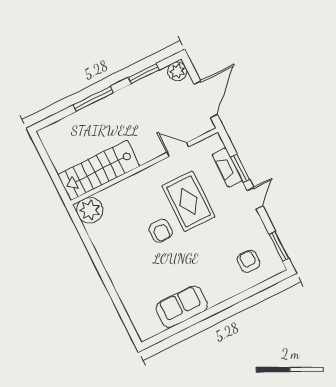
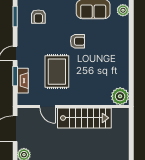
stairs: (99, 170) -> (84, 118), moved
armchair: (161, 231) -> (78, 41), moved, turned 90
plant: (142, 325) -> (123, 10), added

